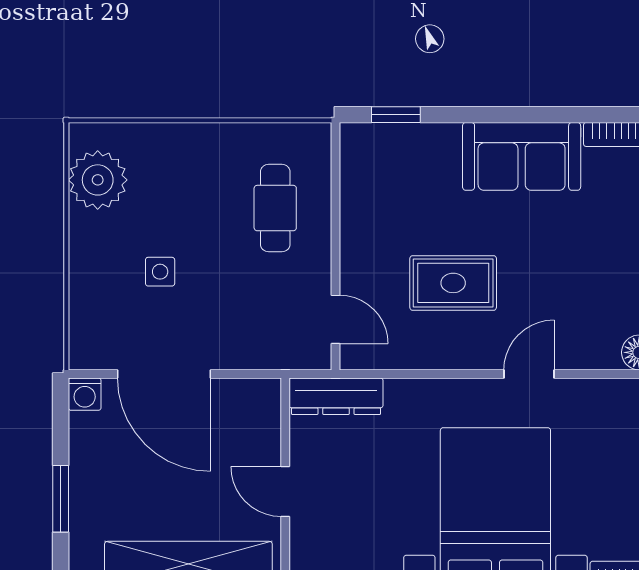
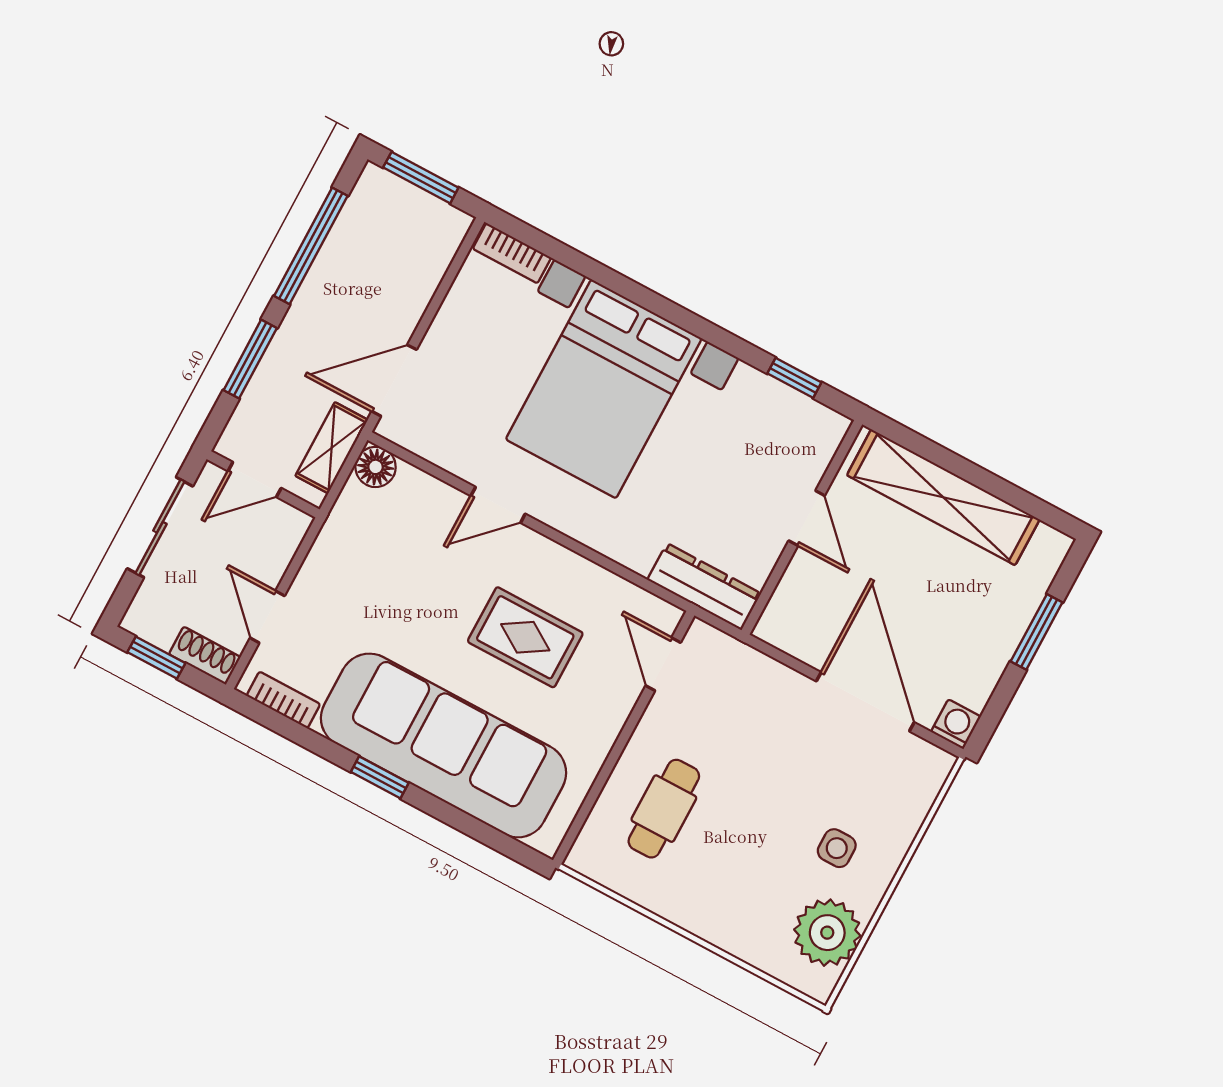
window: (396, 115) -> (380, 777), moved
sofa: (522, 156) -> (444, 745), width x1.85, depth x1.27
side table: (160, 272) -> (837, 848), moved

